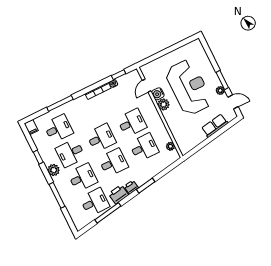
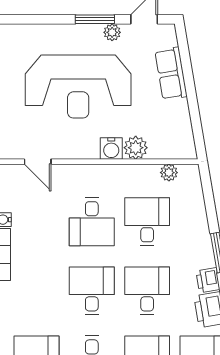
reception desk: (189, 87) -> (78, 87), turned 180
water cooler: (158, 94) -> (111, 149), moved
plant: (164, 104) -> (136, 148), moved
desk: (132, 123) -> (92, 222), turned 180

